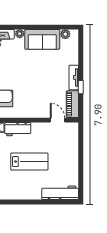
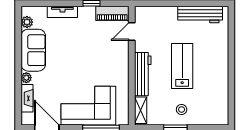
tv unit: (74, 77) -> (62, 12), moved
workbench: (18, 129) -> (143, 74), width x1.38
workbench: (60, 193) -> (200, 14), moved, turned -90

